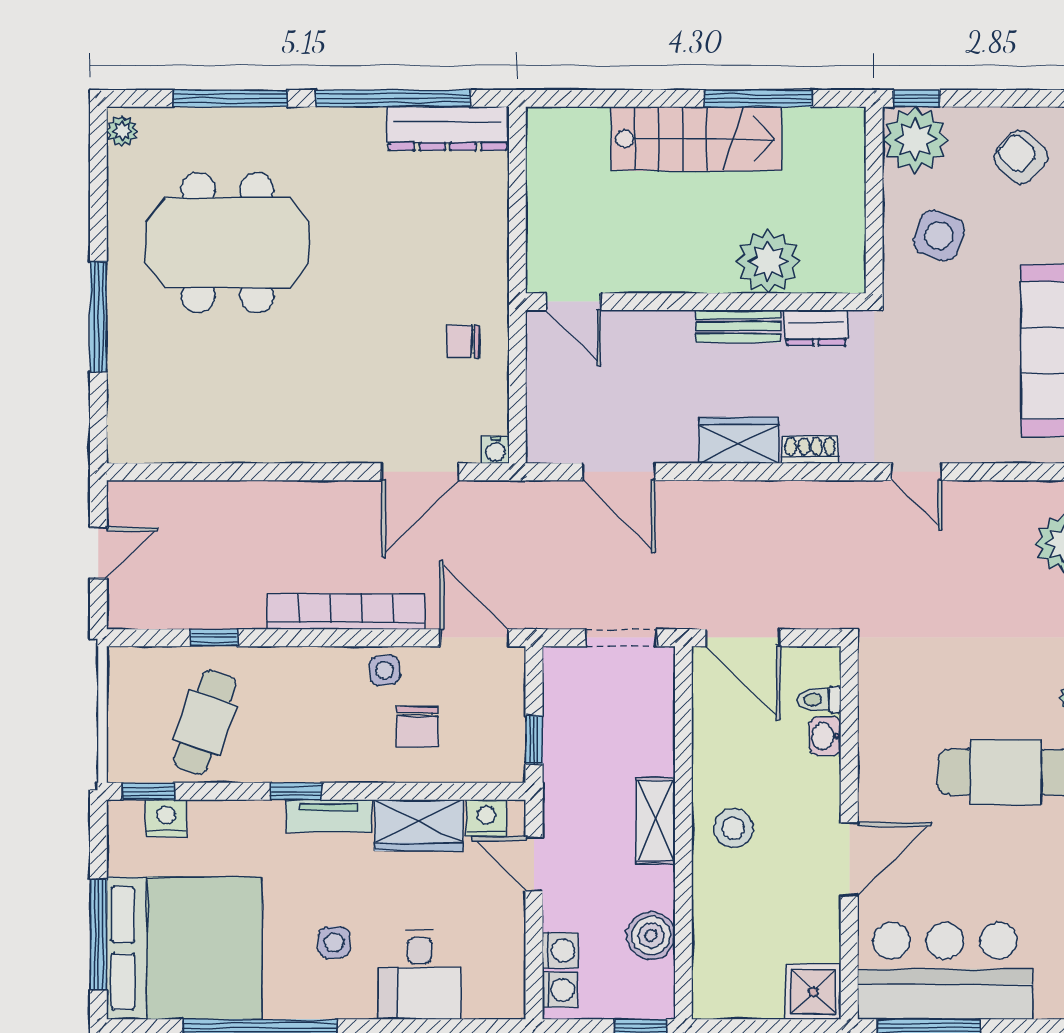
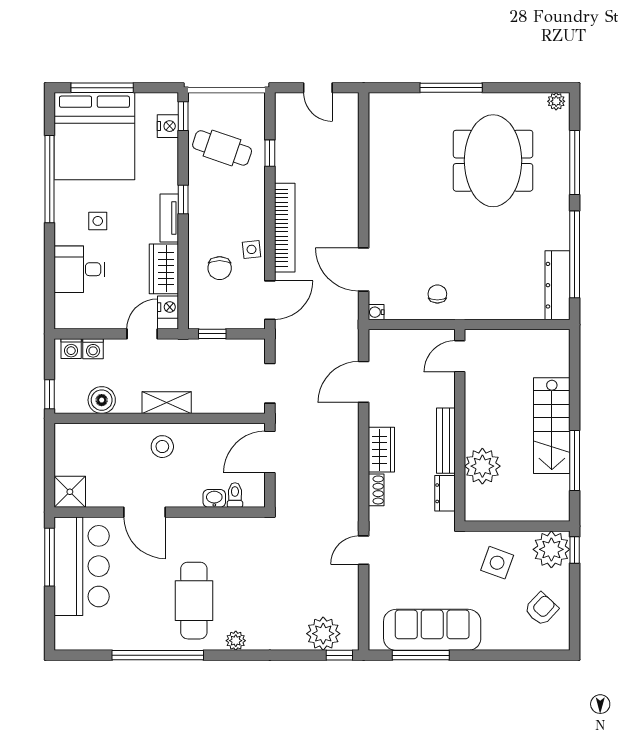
bench: (738, 326) -> (446, 441), width x1.36
chair: (417, 727) -> (220, 268), turned -90

